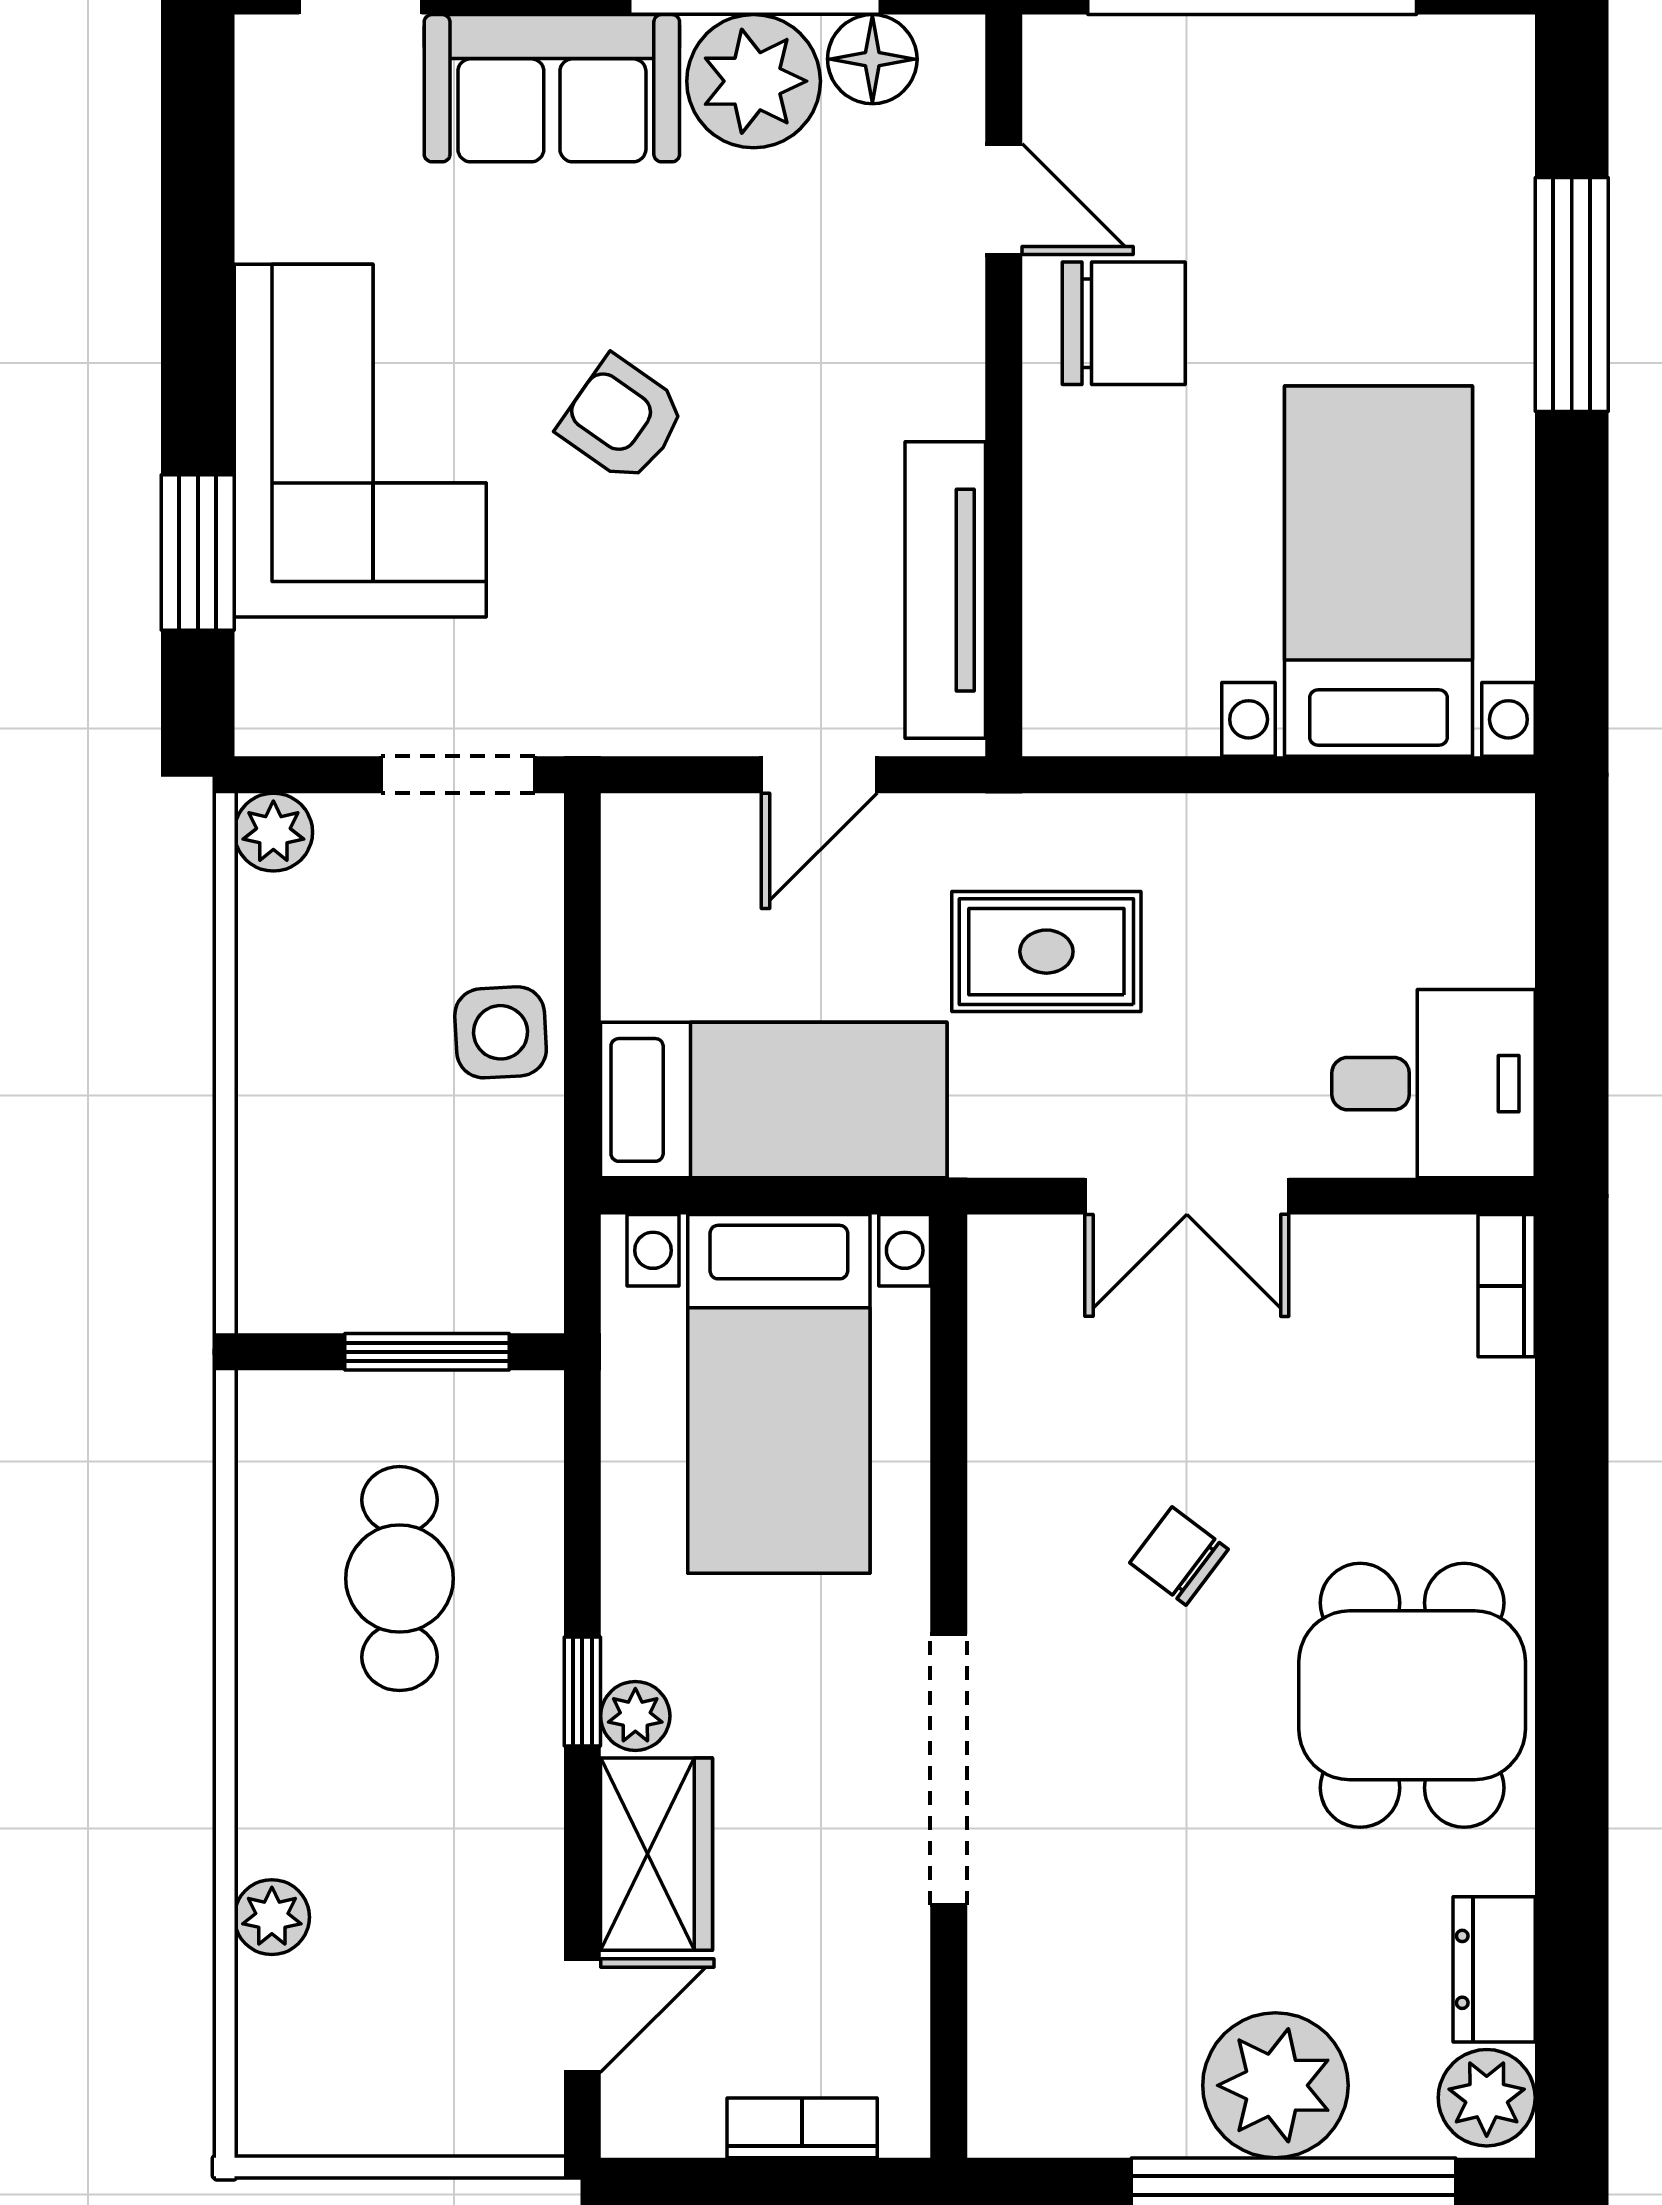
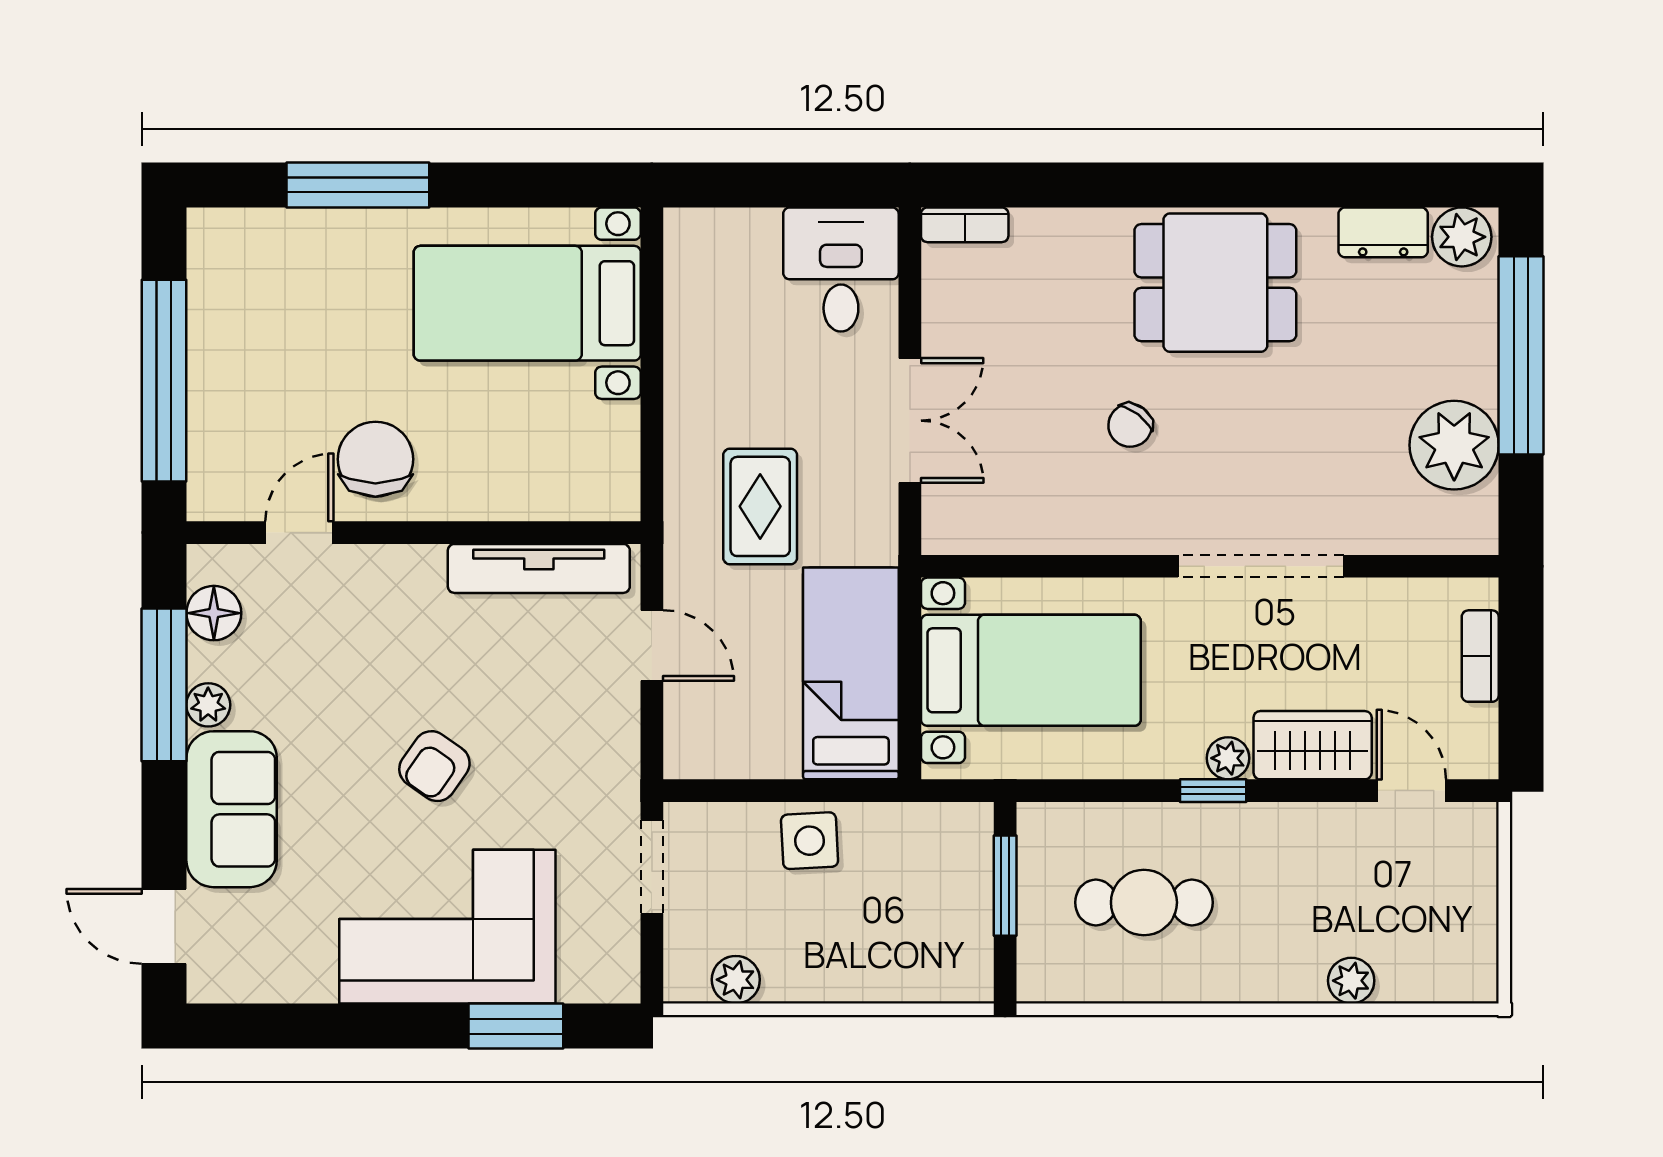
plant: (754, 81) -> (208, 705), width x0.53, depth x0.53
plant: (273, 832) -> (736, 980), moved
plant: (1275, 2085) -> (1454, 445), moved

